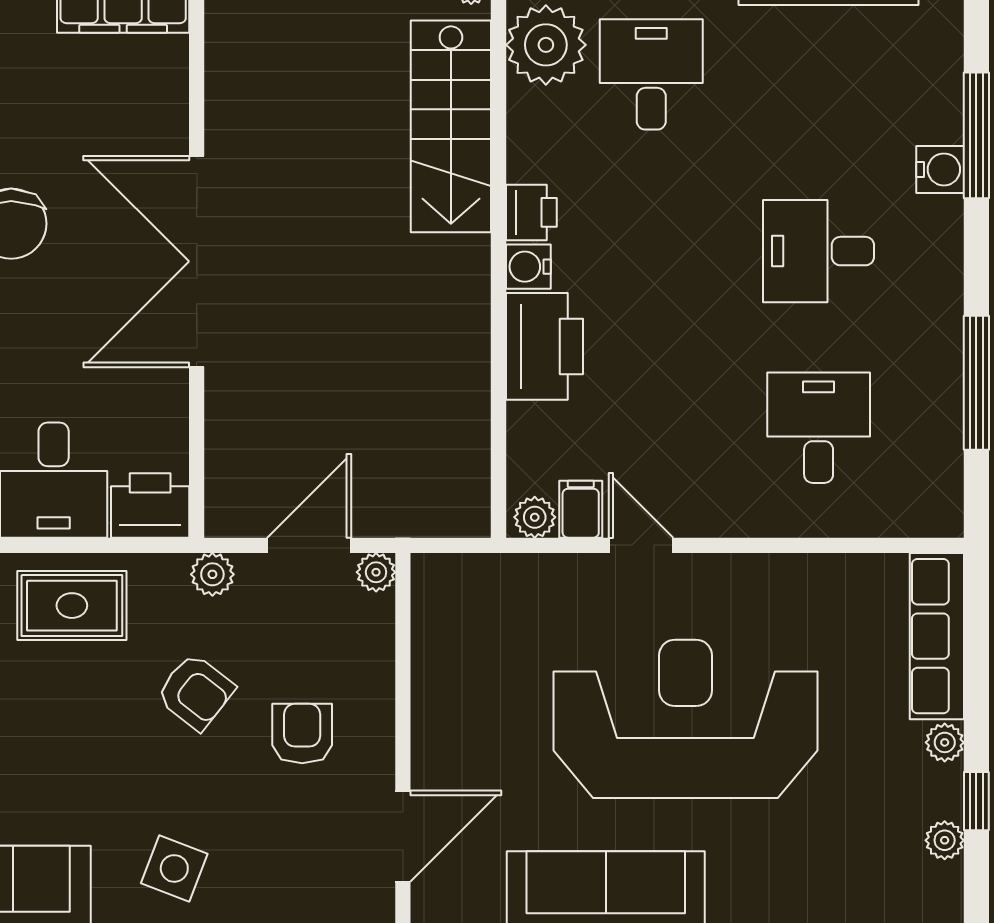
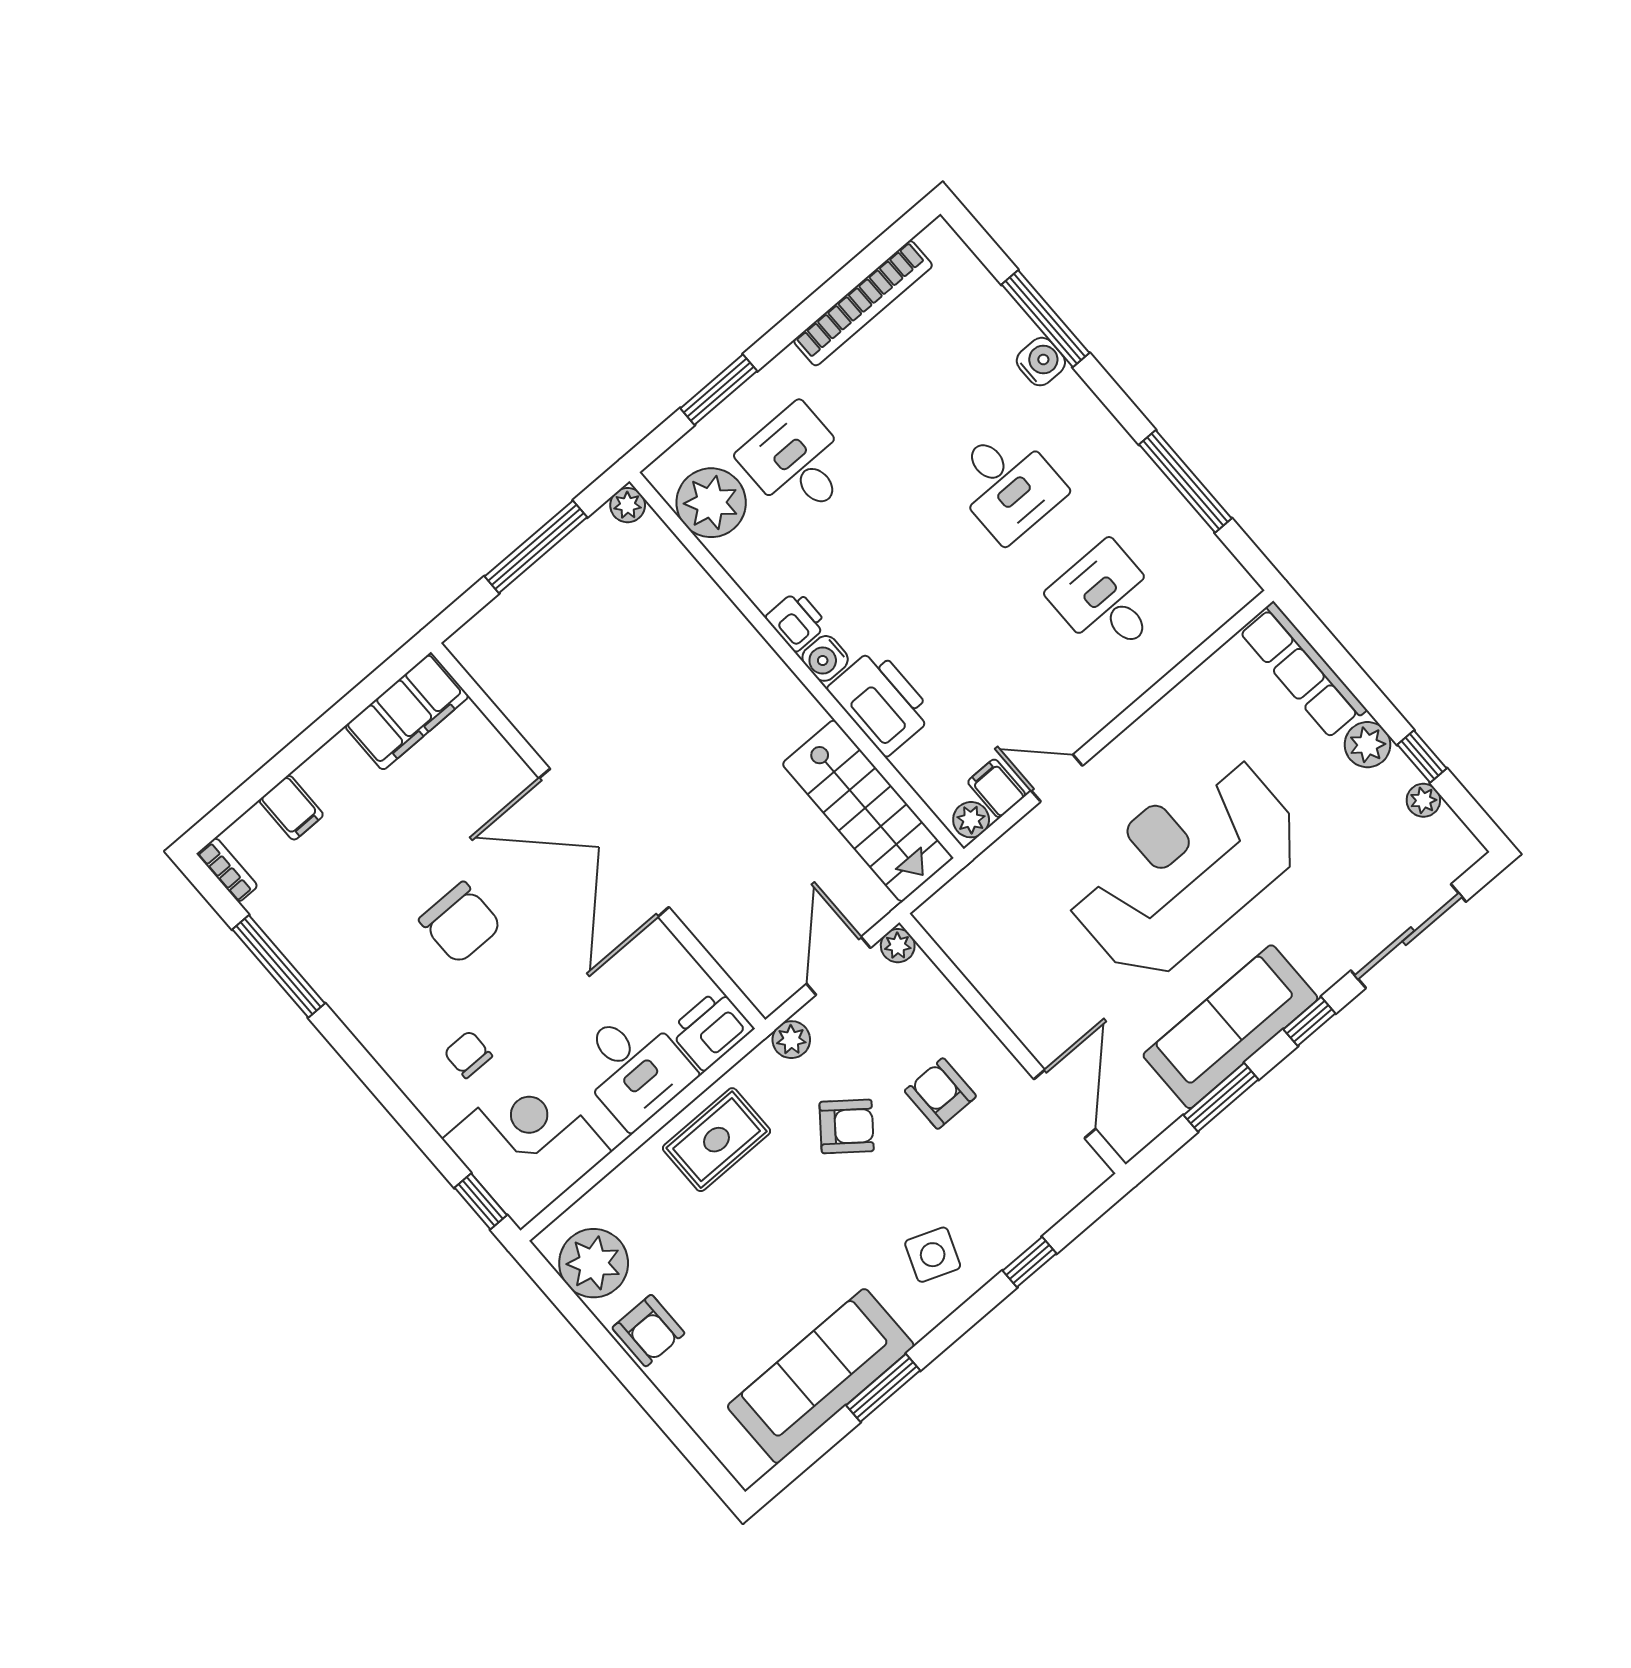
stairs: (451, 126) -> (868, 811), moved
desk: (819, 251) -> (1007, 484), turned -90
plant: (945, 742) -> (1367, 745), width x1.38, depth x1.38

